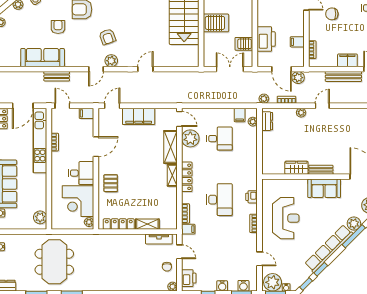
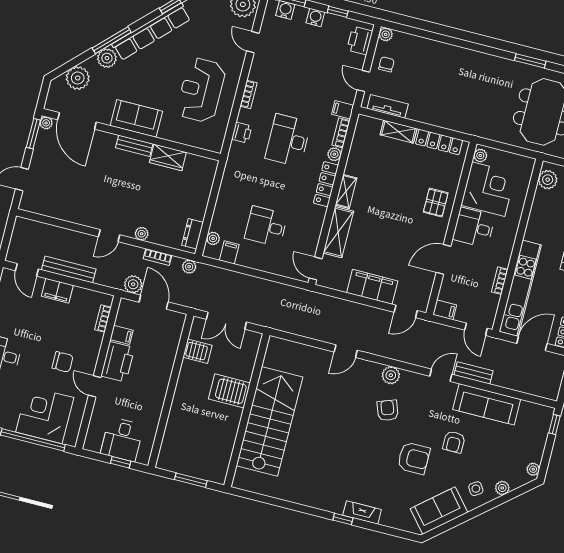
printer: (266, 39) -> (118, 362), moved, turned 180
door: (96, 69) -> (441, 375), moved
plant: (190, 138) -> (334, 154), moved, width x0.53, depth x0.53

